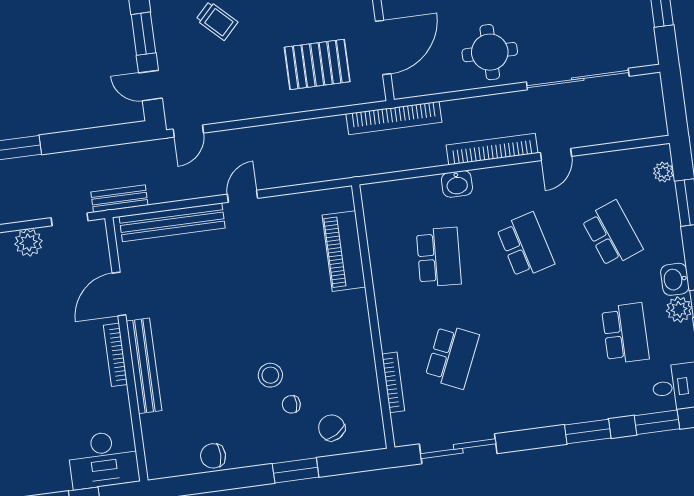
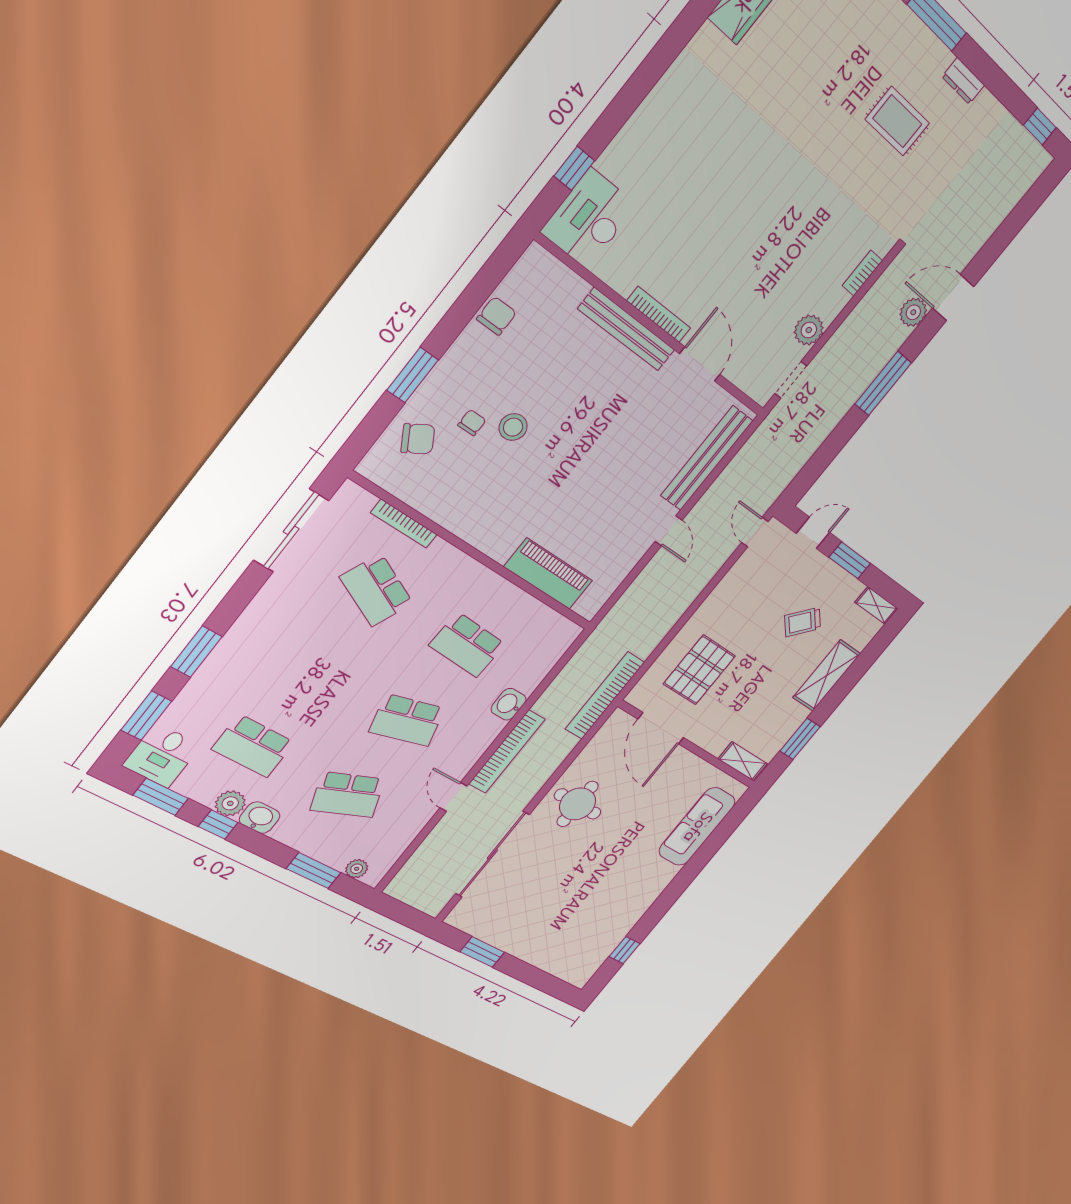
bench: (119, 199) -> (765, 433), removed

